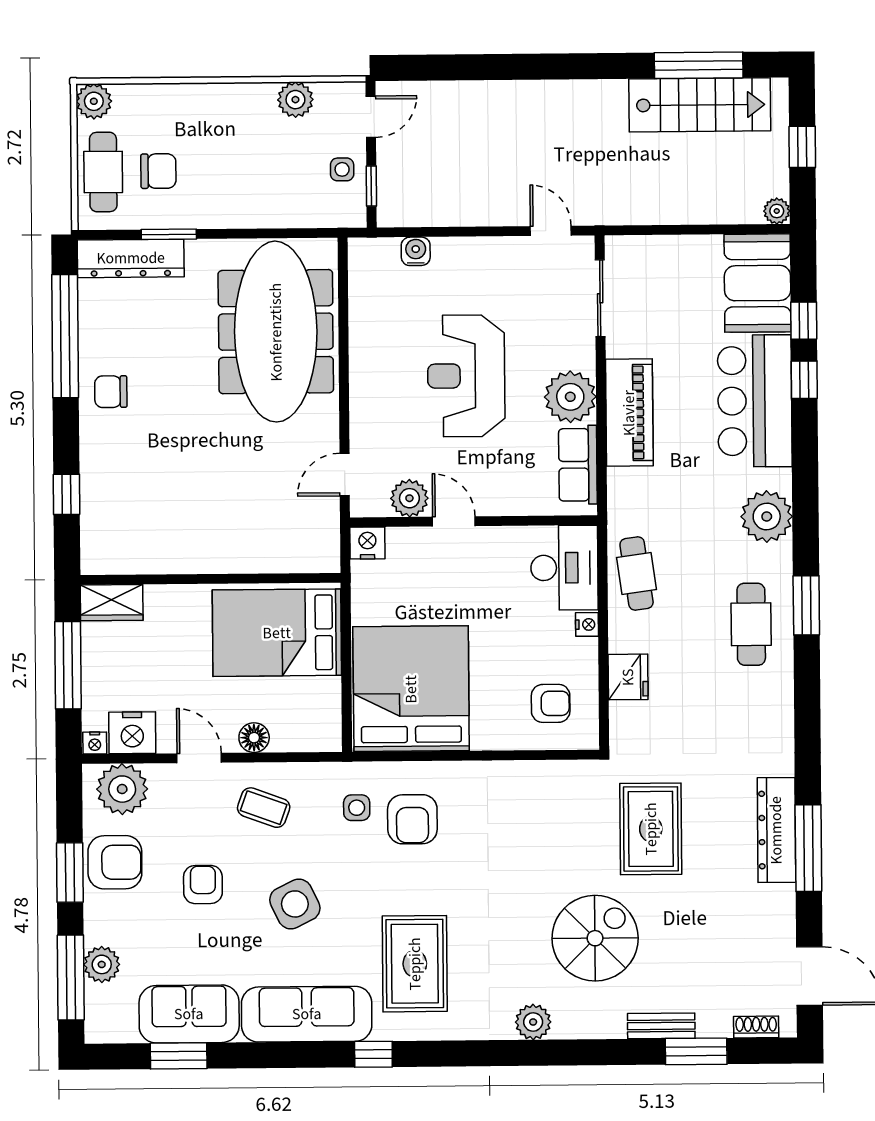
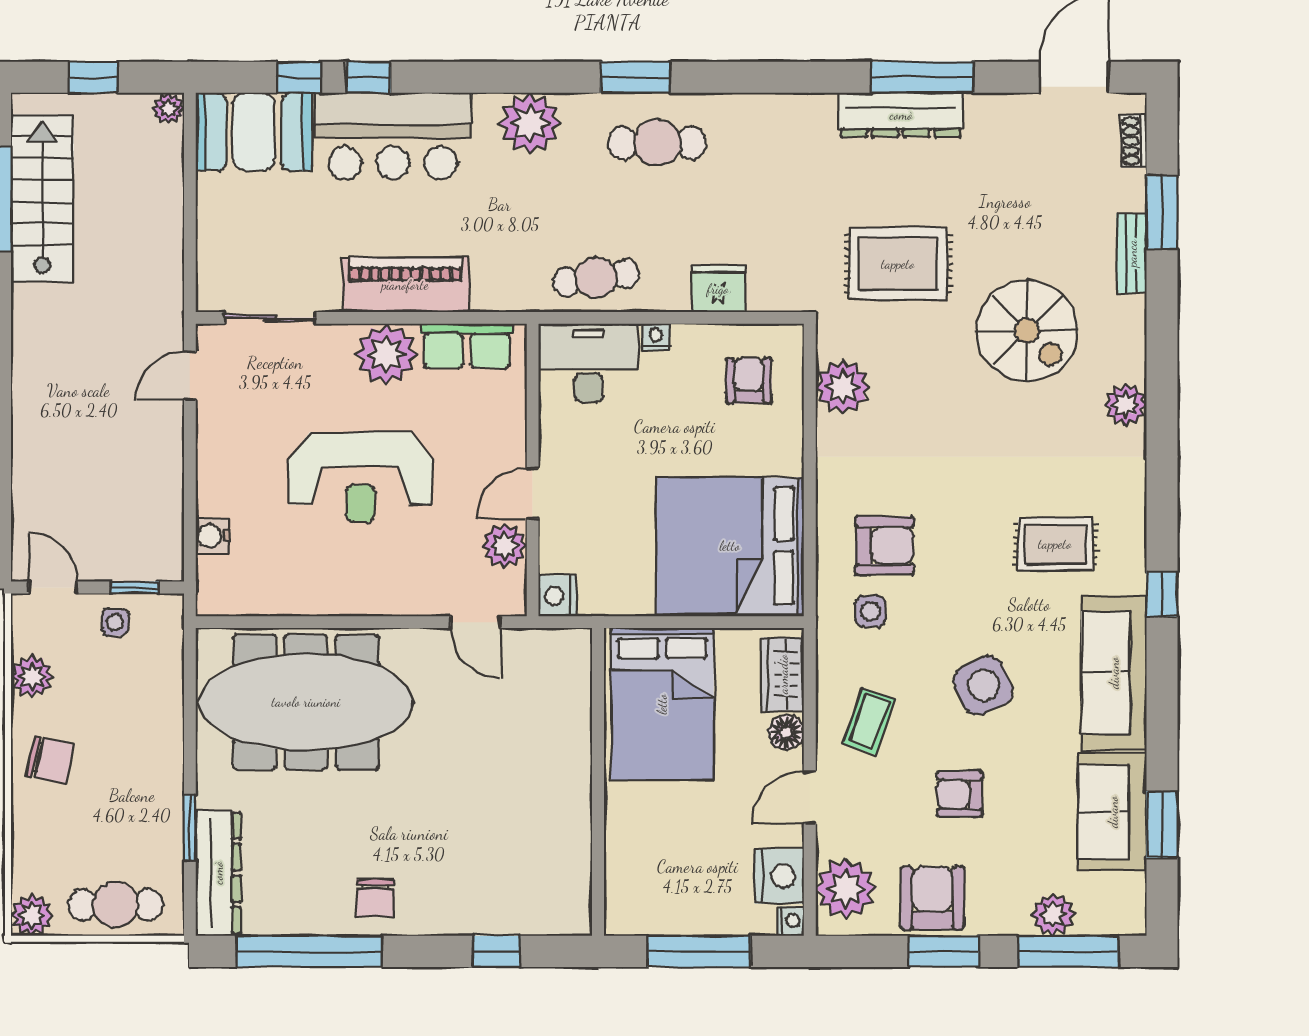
chair: (158, 171) -> (50, 760), moved, turned 103
wardrobe: (112, 603) -> (783, 674), moved, turned 180
plant: (546, 783) -> (843, 387), added
spiral stairs: (595, 938) -> (1027, 331), turned 180
rug: (415, 964) -> (1055, 544), width x0.73, depth x0.70

